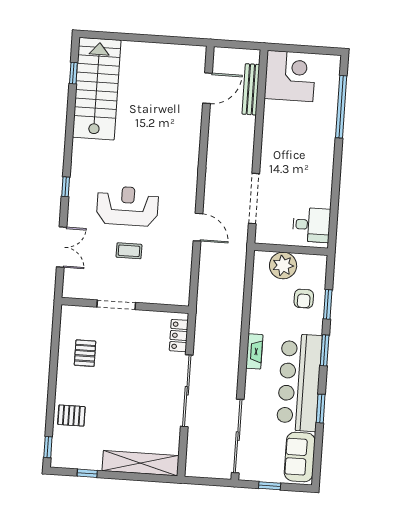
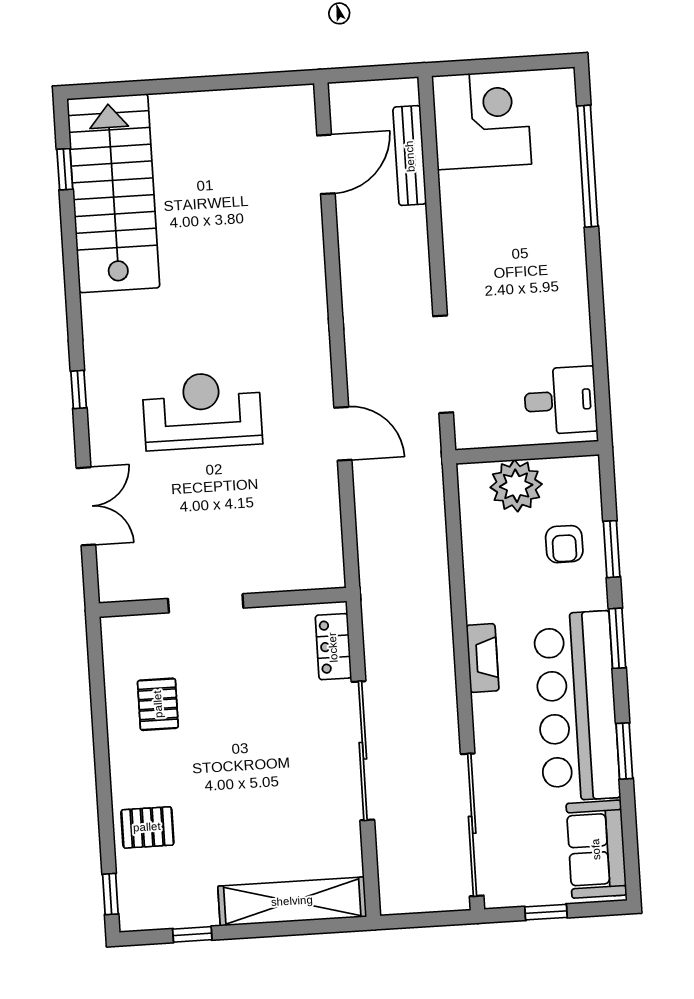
coffee table: (129, 251) -> (216, 496), removed

